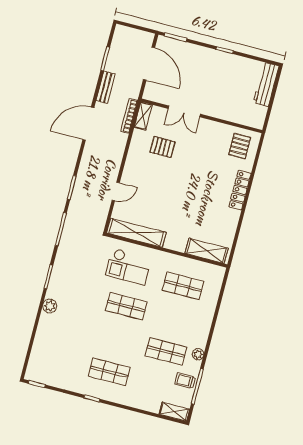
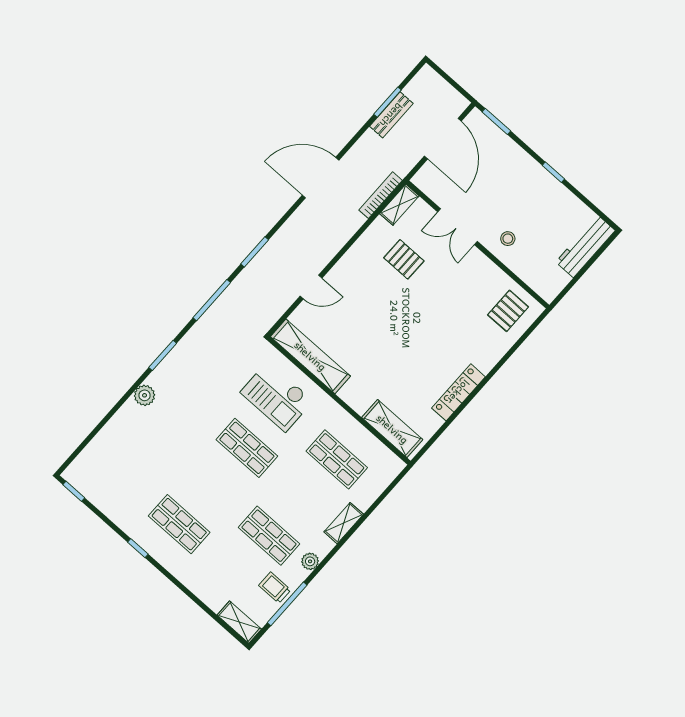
bench: (106, 87) -> (391, 115), moved
stool: (218, 103) -> (508, 239), added
locker: (240, 190) -> (458, 392), moved
shelving: (206, 321) -> (344, 523), added

